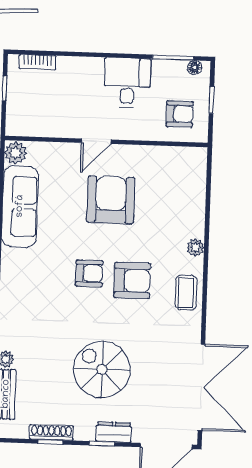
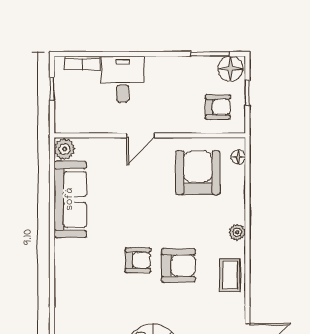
floor lamp: (195, 67) -> (230, 69), width x1.89, depth x1.89
desk: (127, 83) -> (123, 79), moved
floor lamp: (199, 168) -> (238, 157), added
armchair: (111, 200) -> (198, 173), moved

